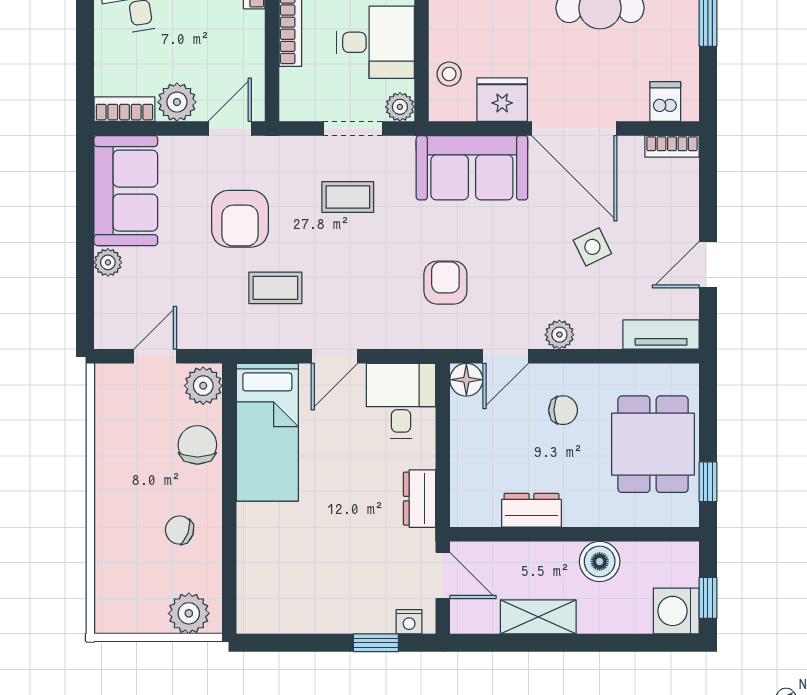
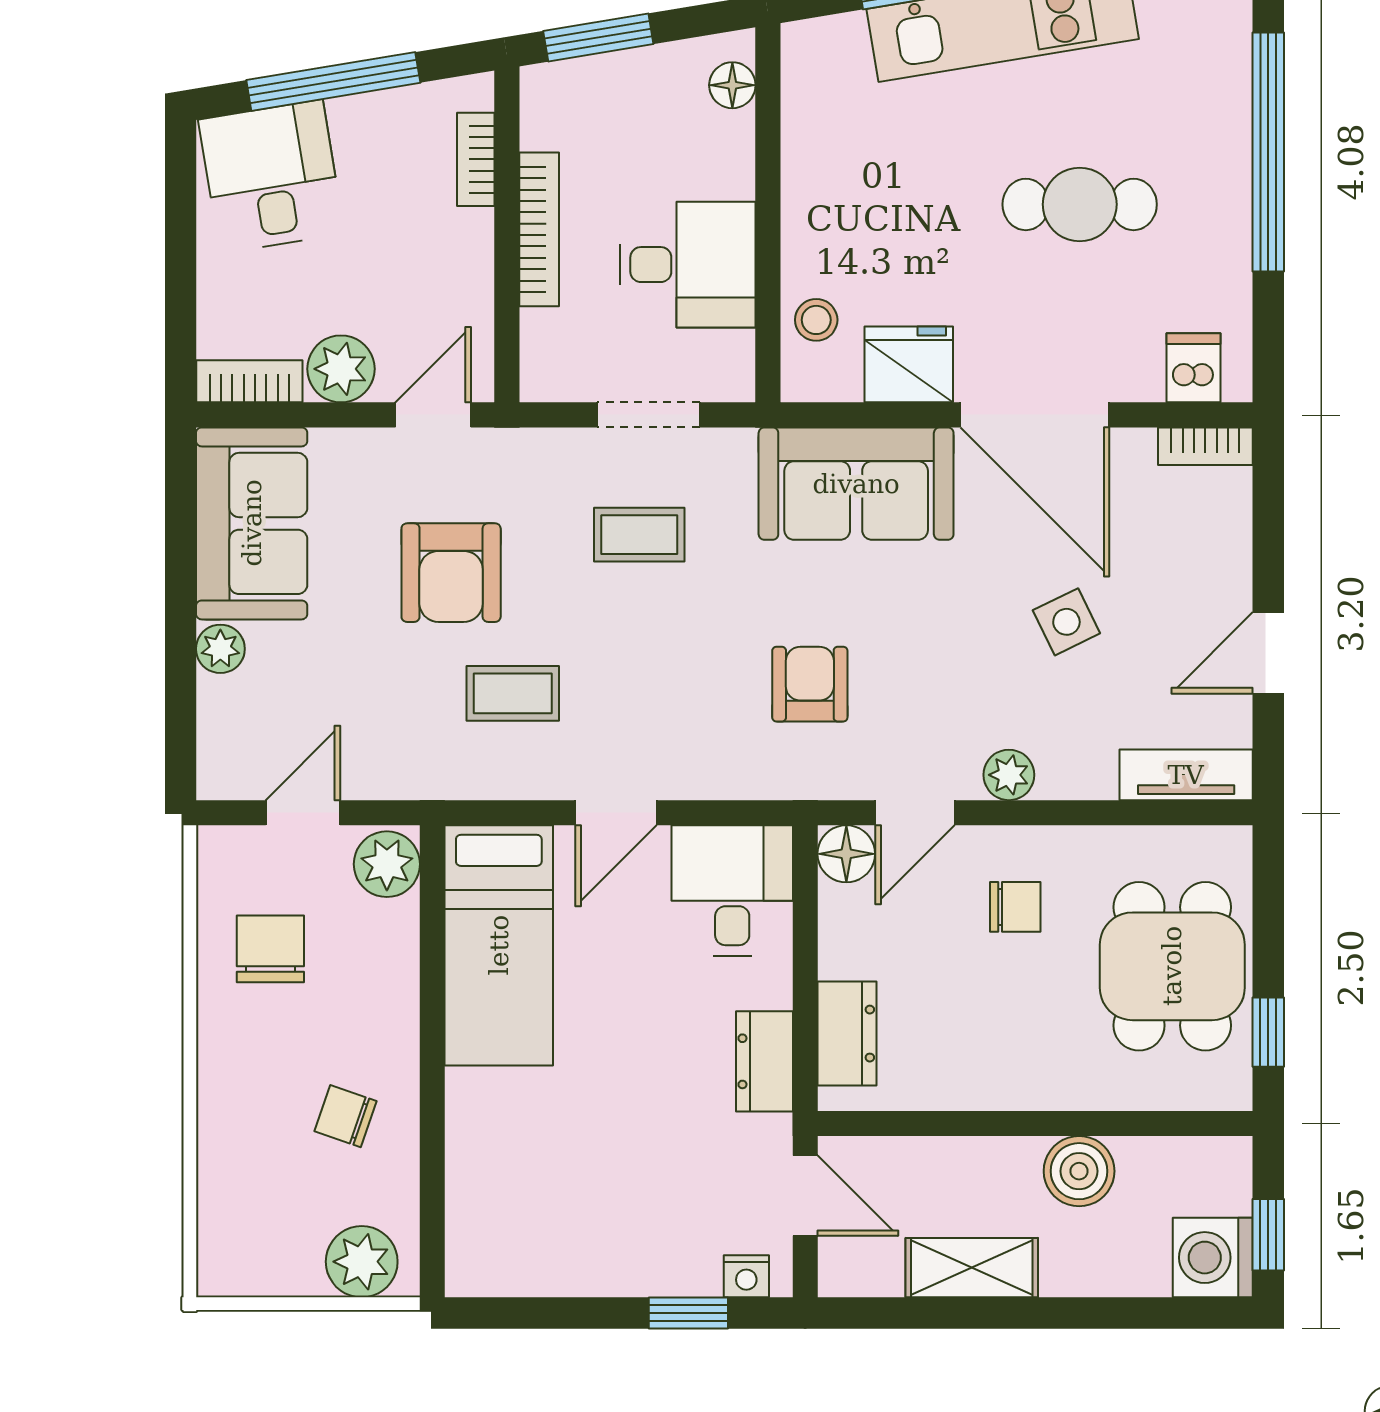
plant: (400, 107) -> (730, 377), removed
chair: (197, 445) -> (270, 949), moved
dresser: (531, 510) -> (847, 1034), moved, turned 90

